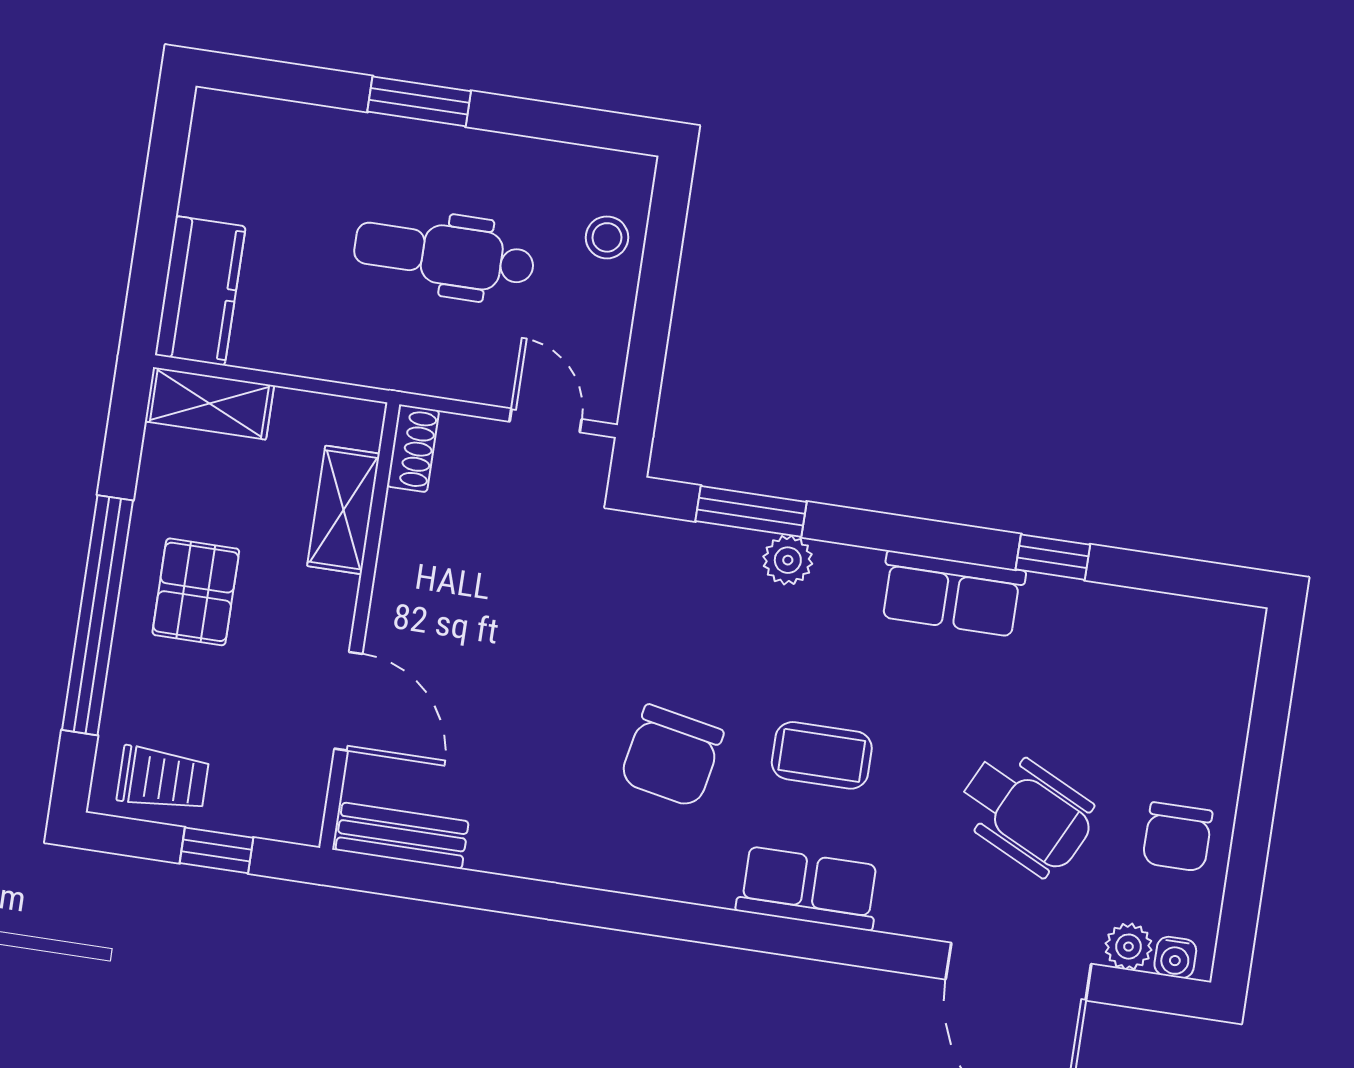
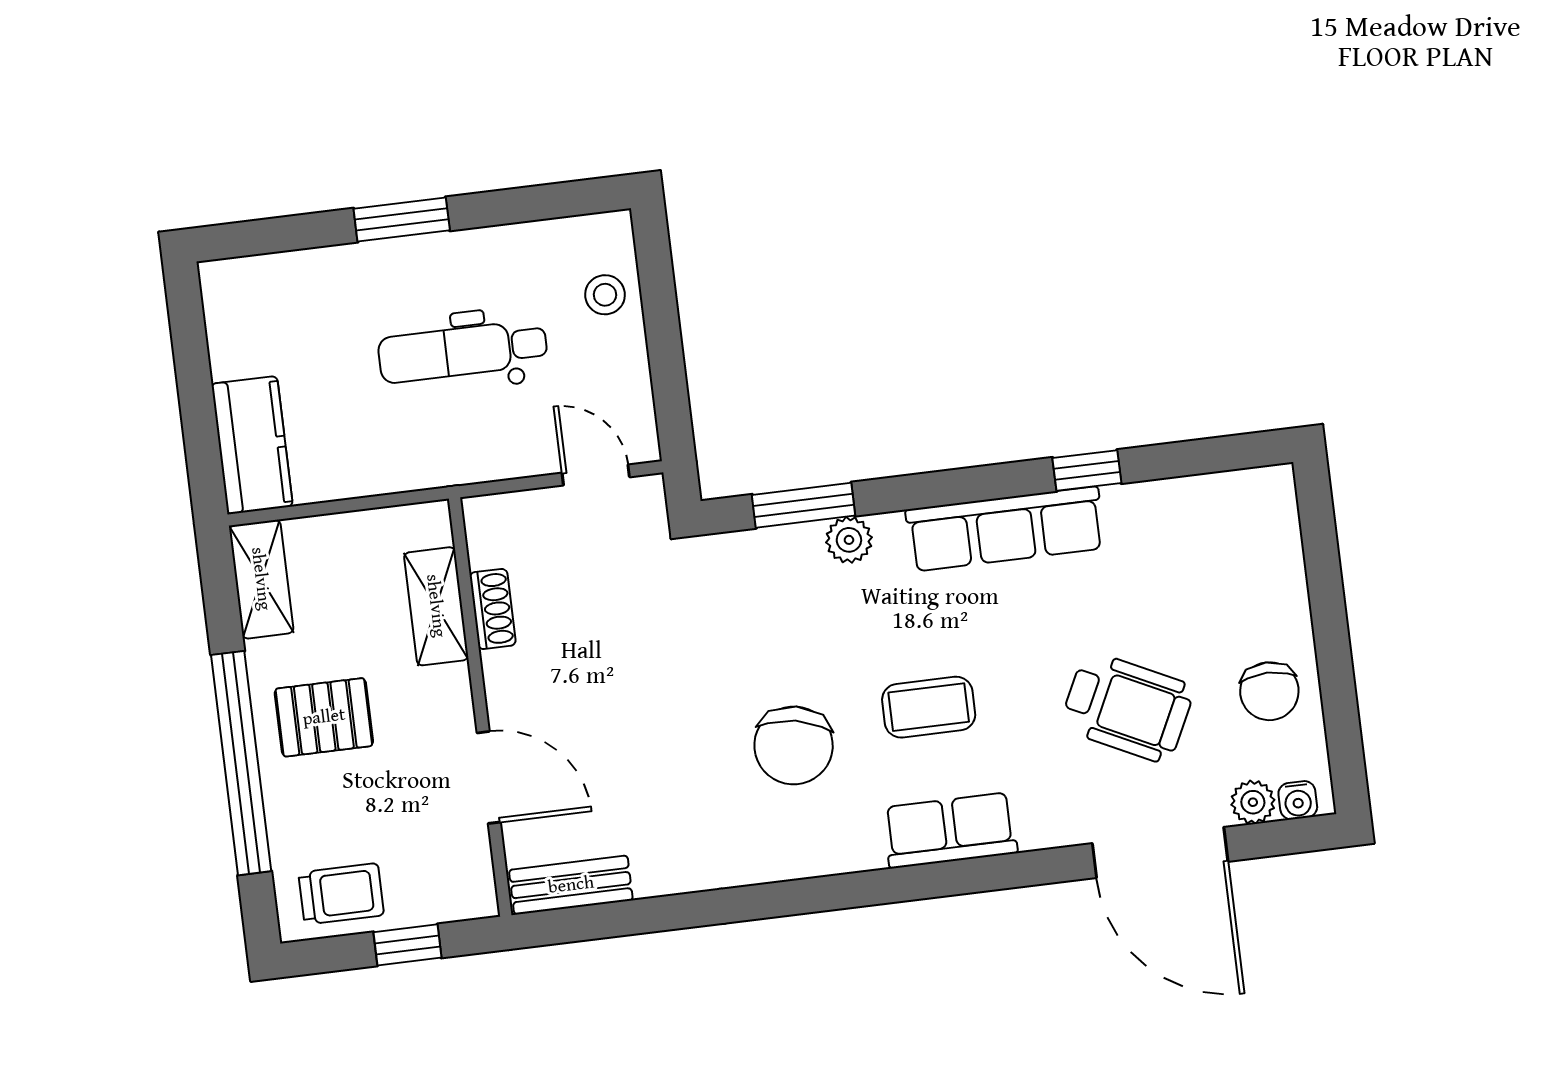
shelving: (209, 403) -> (261, 579), moved, turned 90
shoe rack: (413, 448) -> (493, 609), moved
pallet: (196, 592) -> (324, 717), turned 90
row of seats: (952, 594) -> (1005, 529), width x1.48

